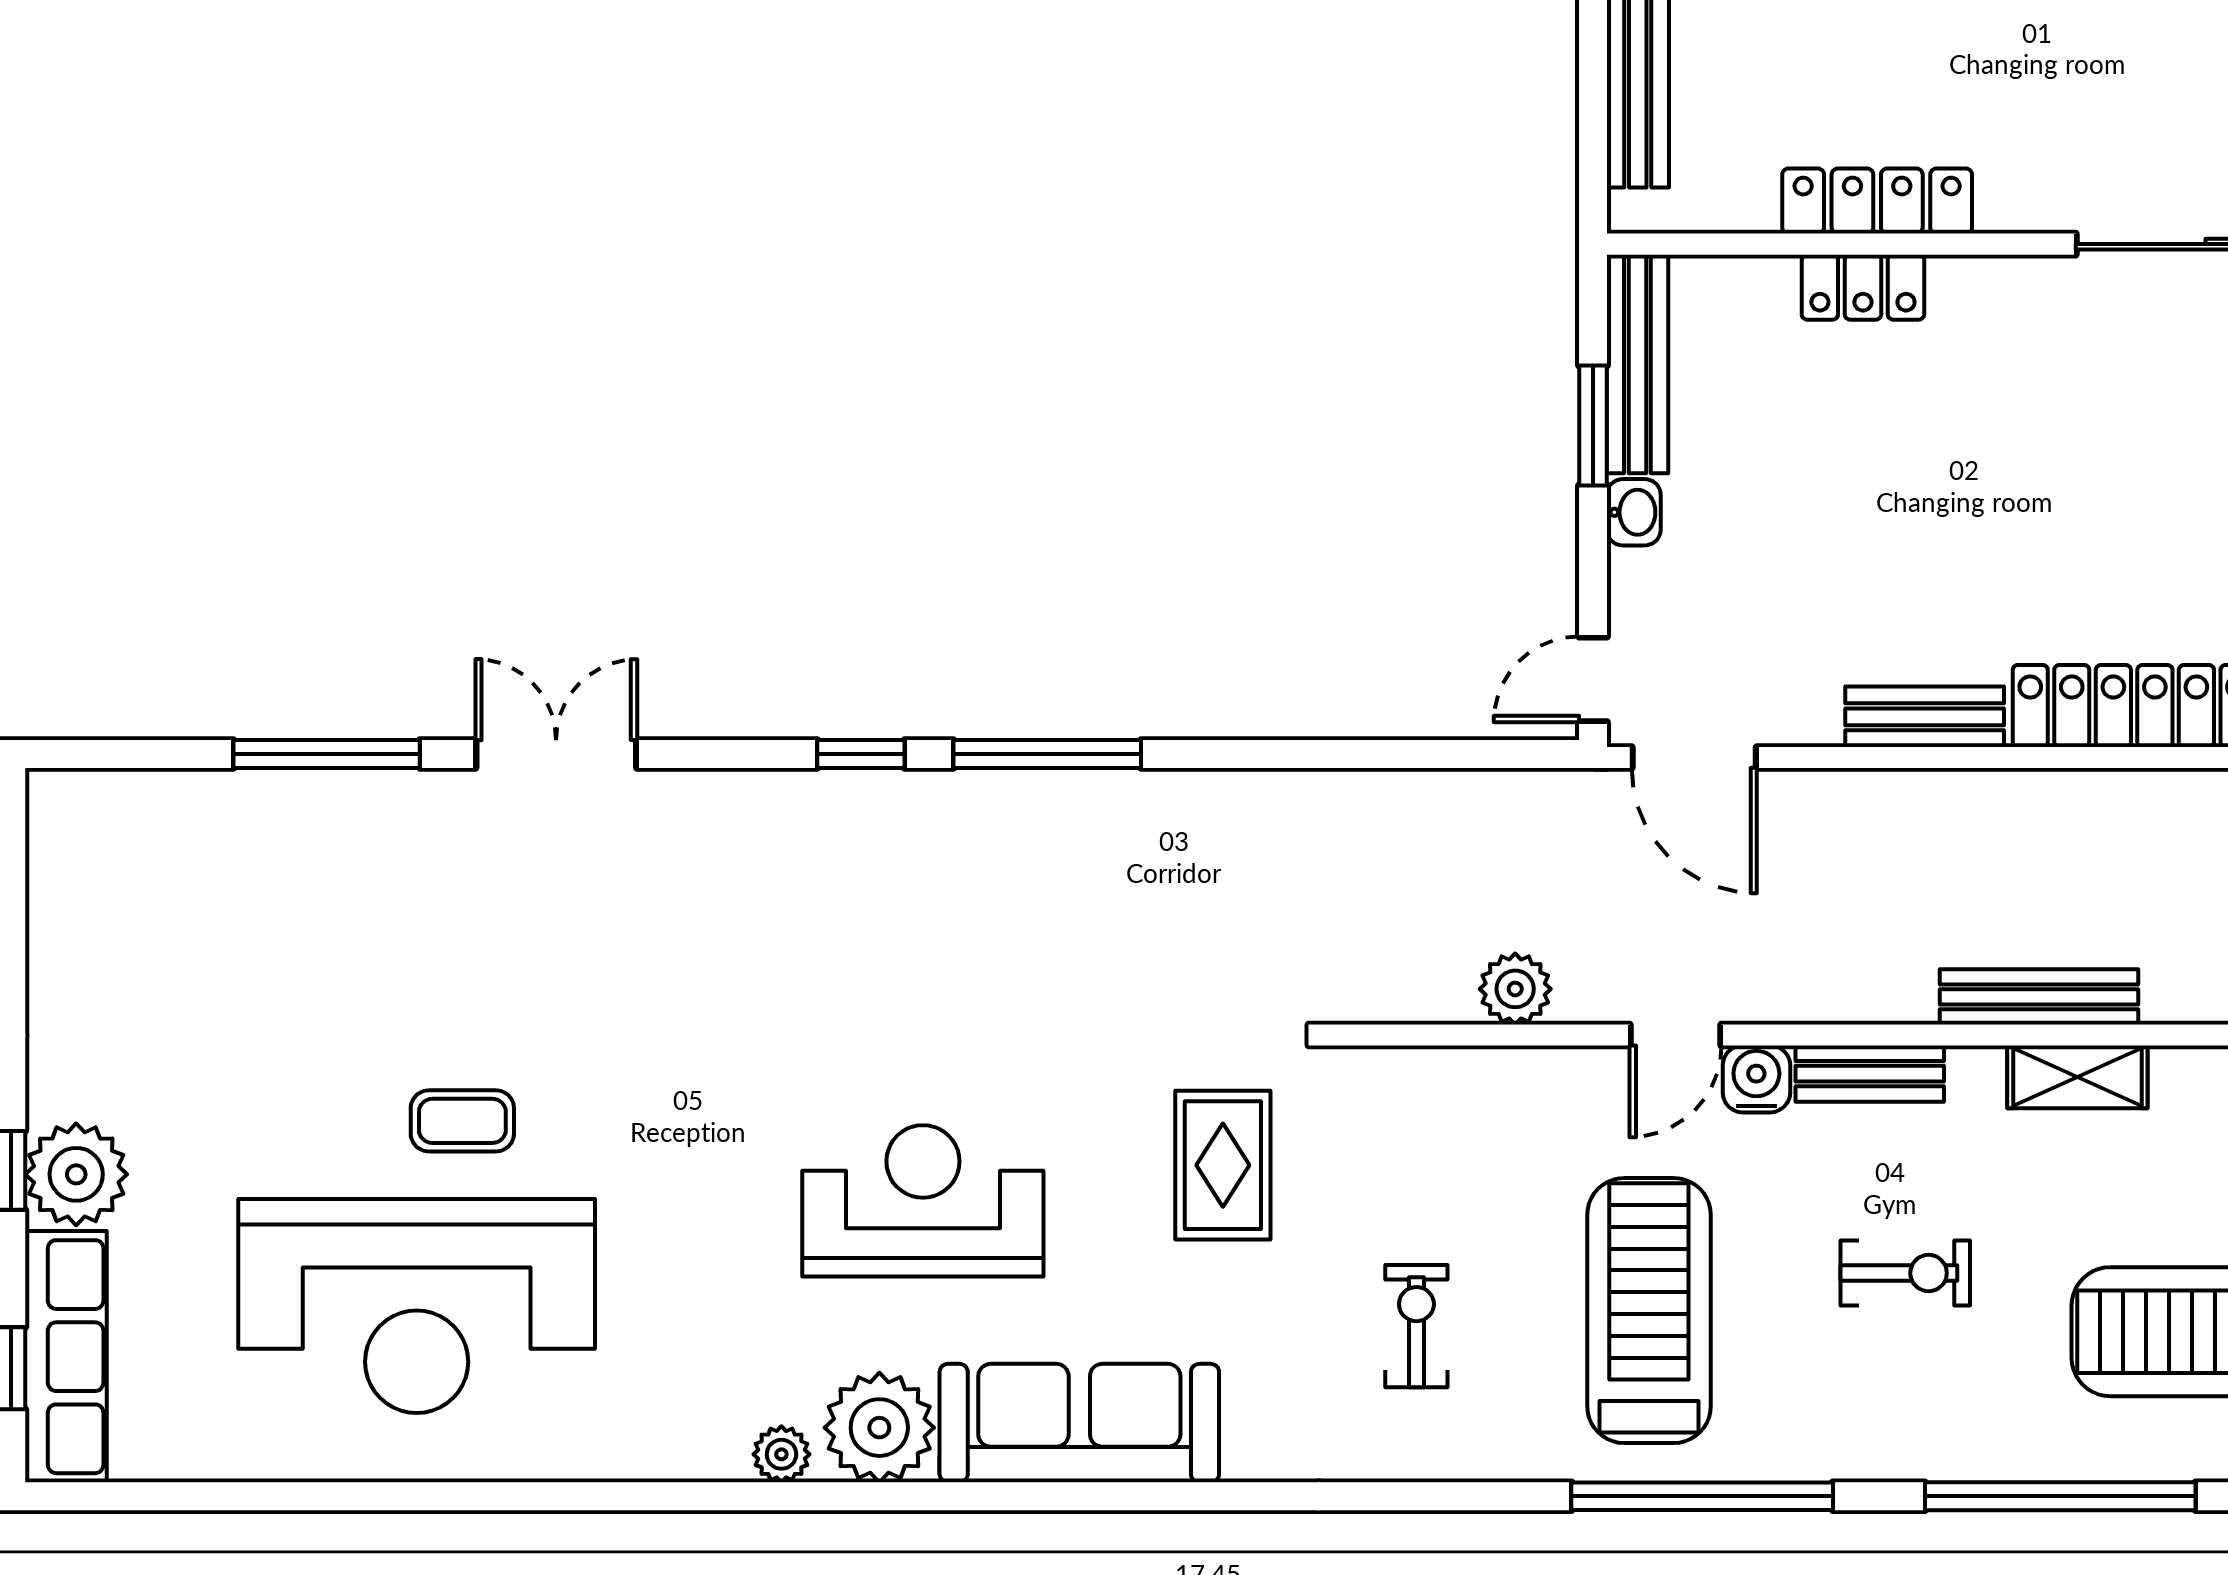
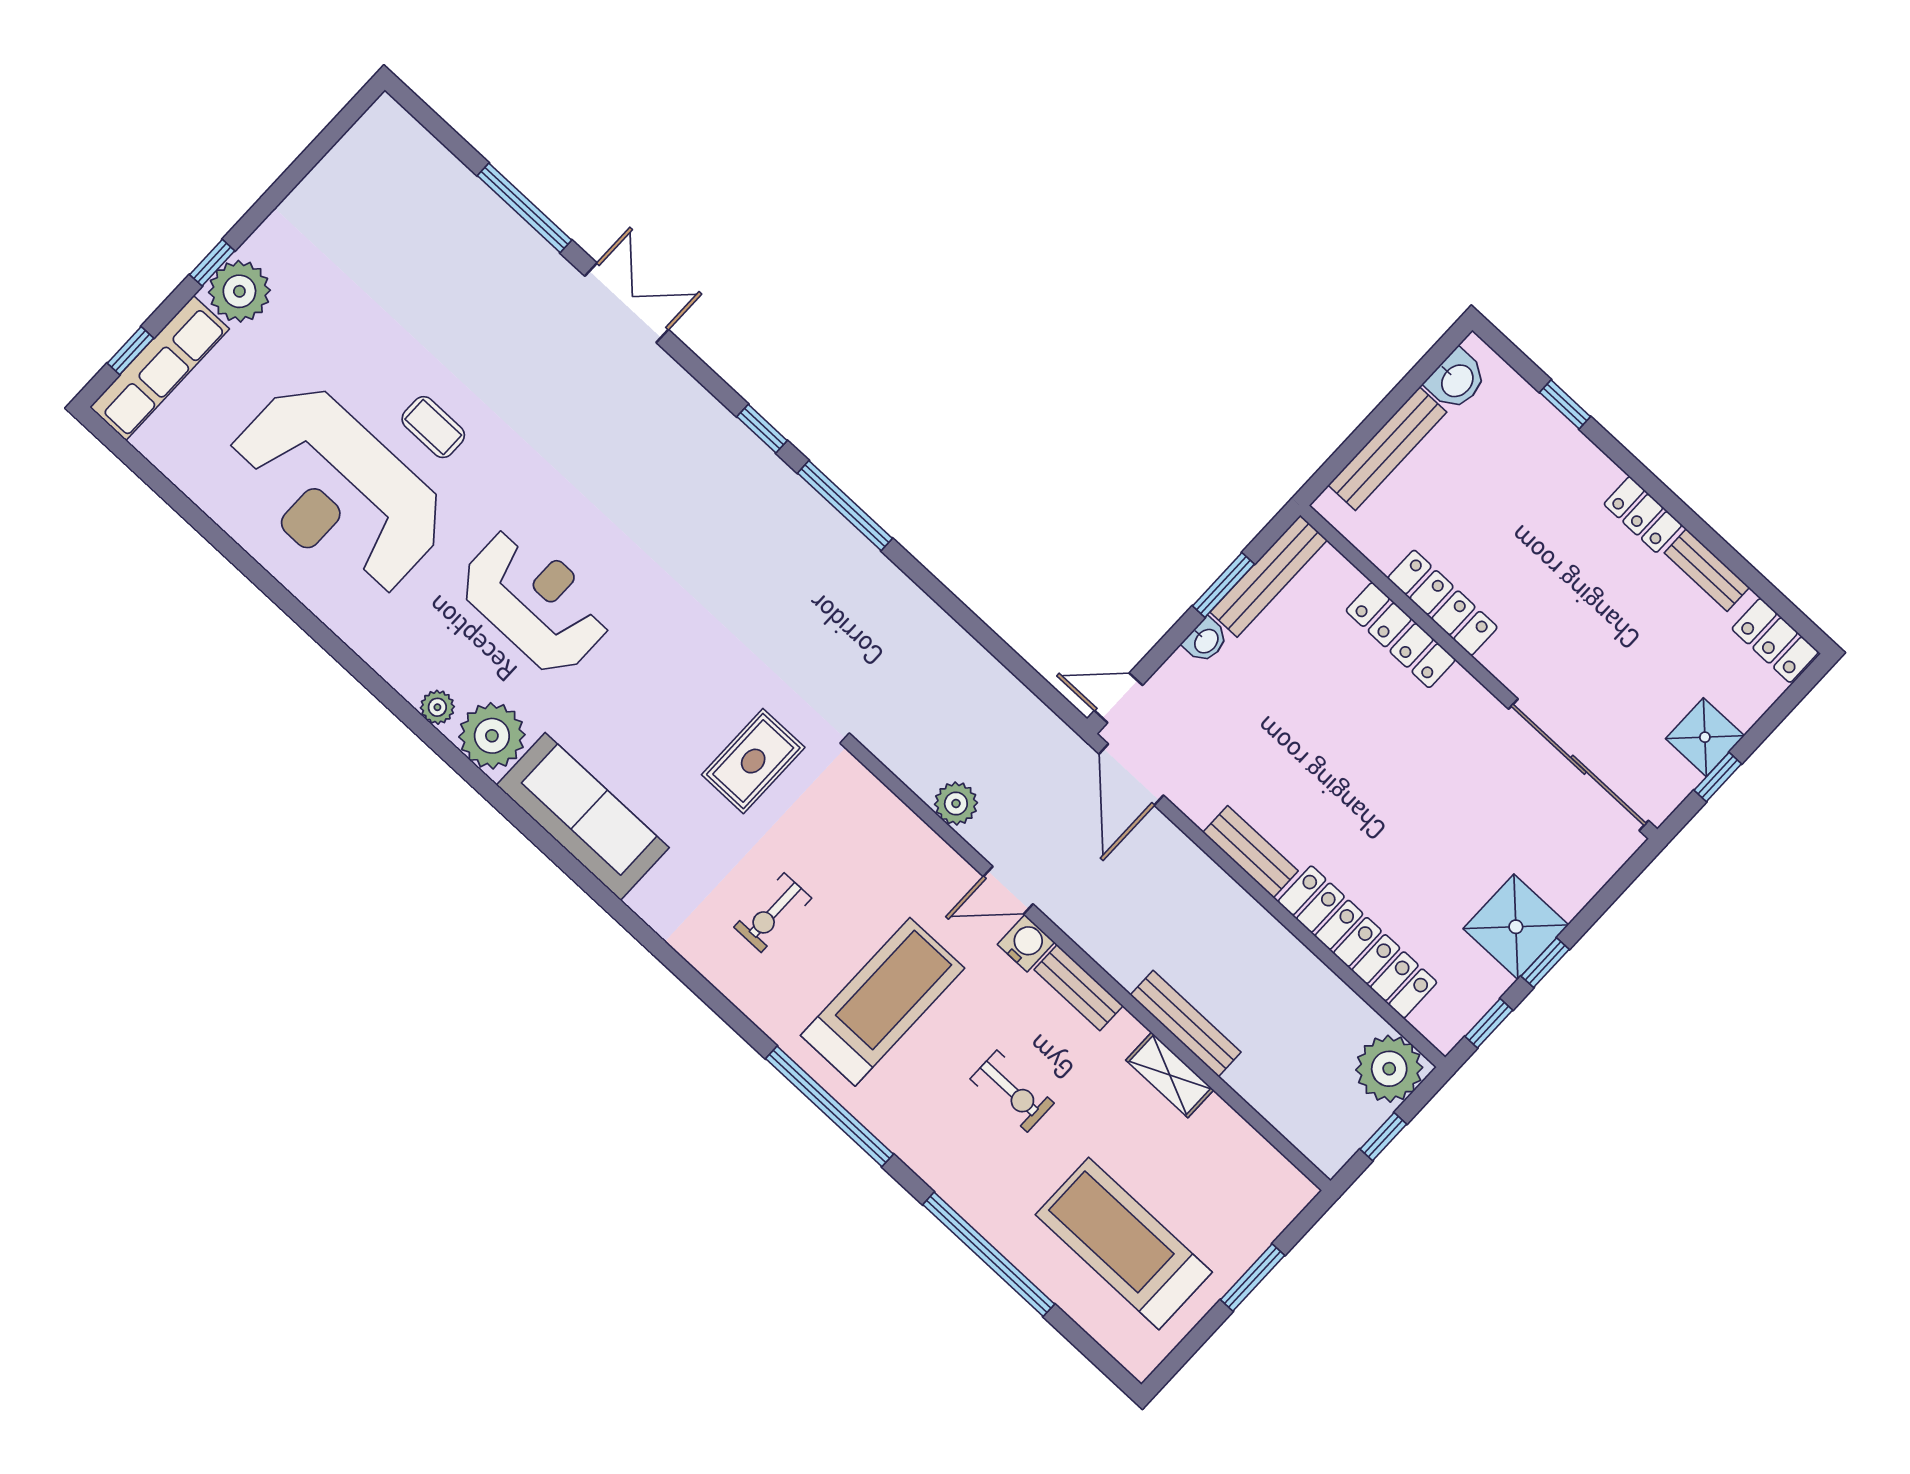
locker: (1863, 287) -> (1401, 635), width x1.53
reception desk: (923, 1201) -> (536, 601), moved
exercise bike: (1416, 1326) -> (773, 913), turned 180

